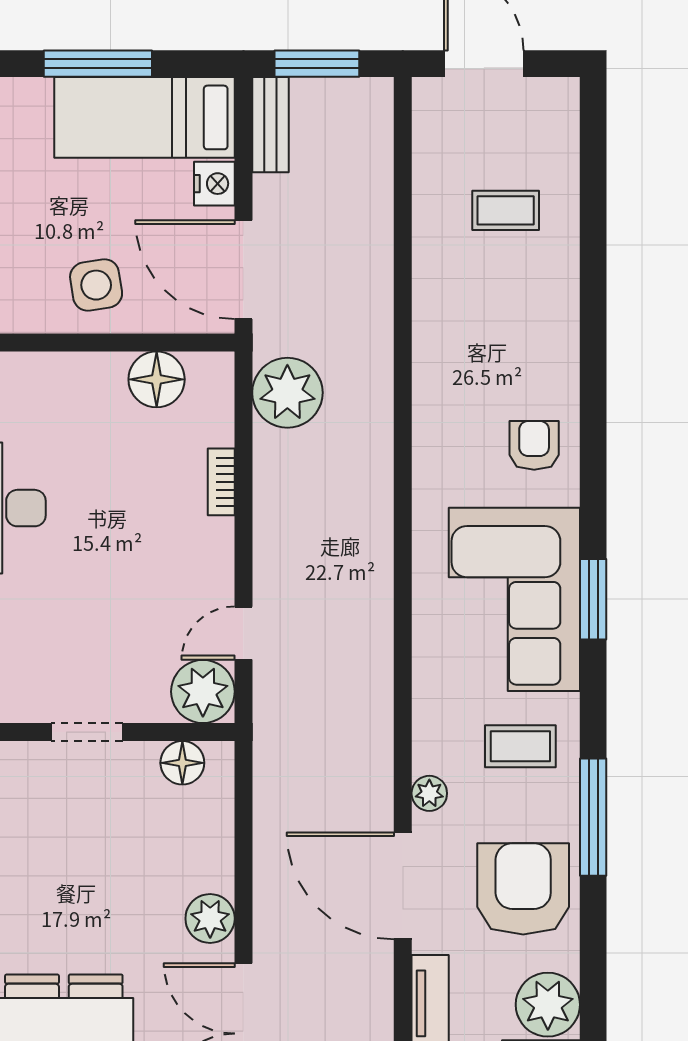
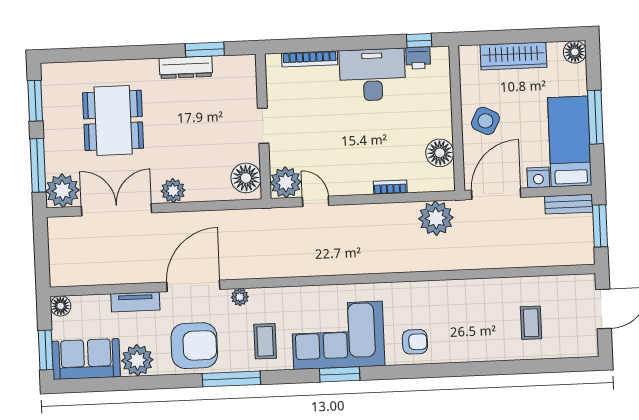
side table: (96, 285) -> (485, 121), turned 36
floor lamp: (182, 763) -> (246, 178), width x1.38, depth x1.38

